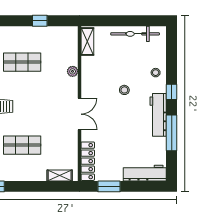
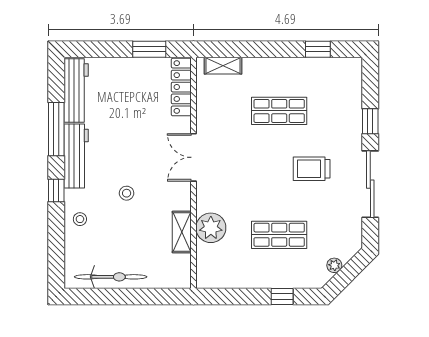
window: (40, 21) -> (282, 296), moved
shelving: (87, 42) -> (182, 232), moved
plant: (73, 71) -> (211, 228), width x1.87, depth x1.87
workbench: (145, 173) -> (76, 91), moved, turned -90

